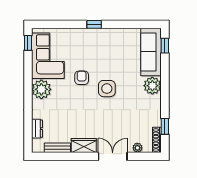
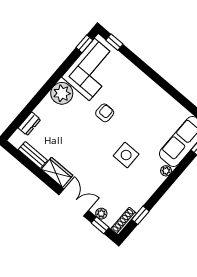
window: (94, 24) -> (114, 42), moved
plant: (152, 86) -> (166, 171), width x0.53, depth x0.53
side table: (107, 89) -> (126, 155), moved
window: (143, 156) -> (100, 225), added

